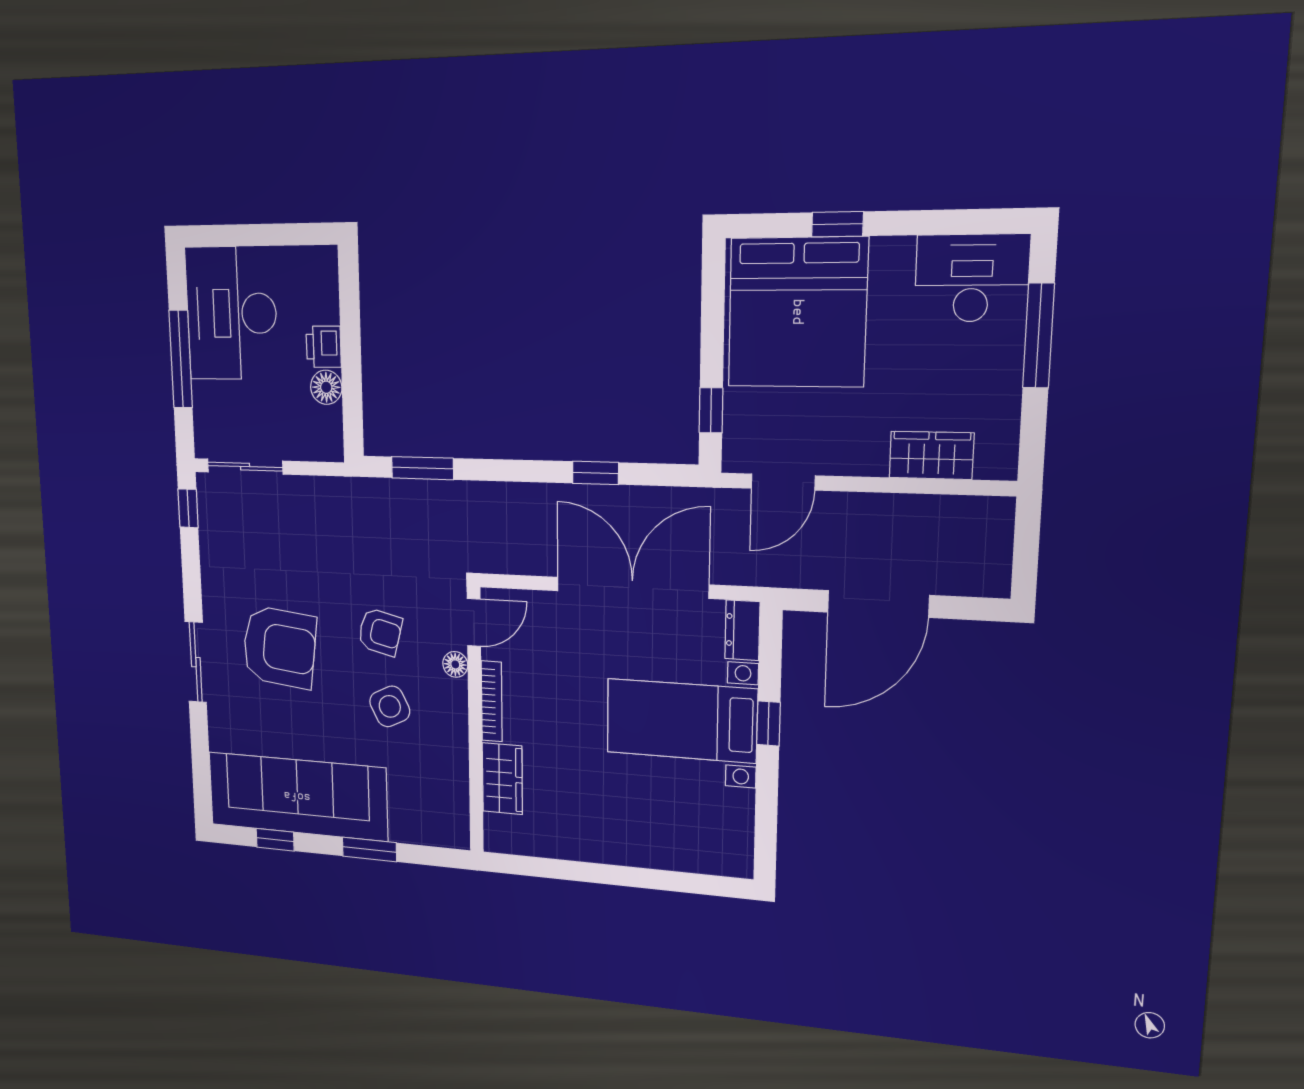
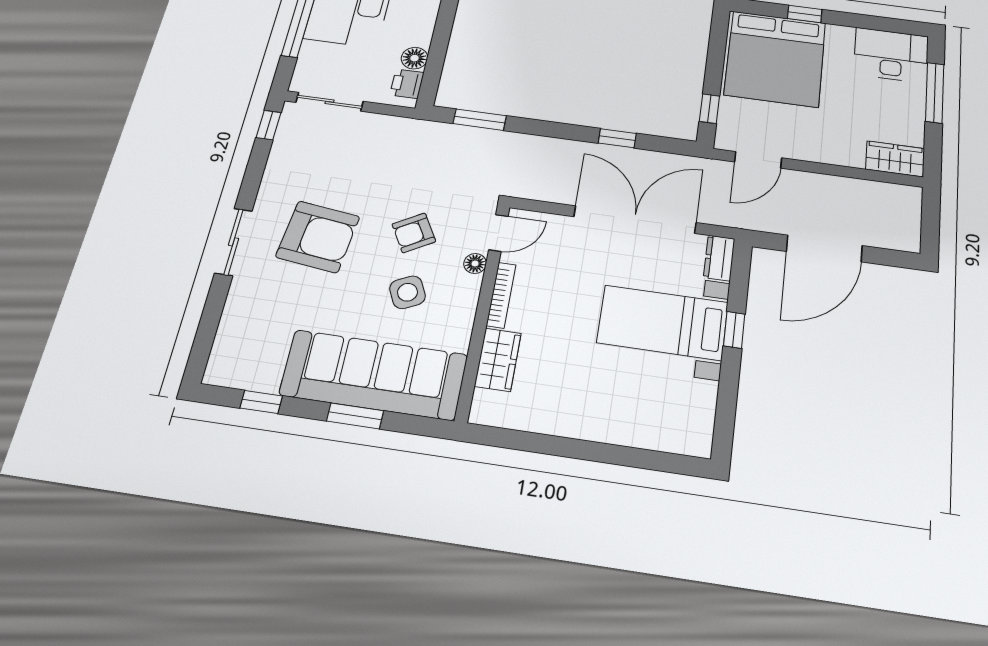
printer: (324, 347) -> (407, 84), moved
wardrobe: (931, 455) -> (895, 159), moved
armchair: (380, 632) -> (414, 233), turned 136
sofa: (297, 796) -> (374, 375), moved

